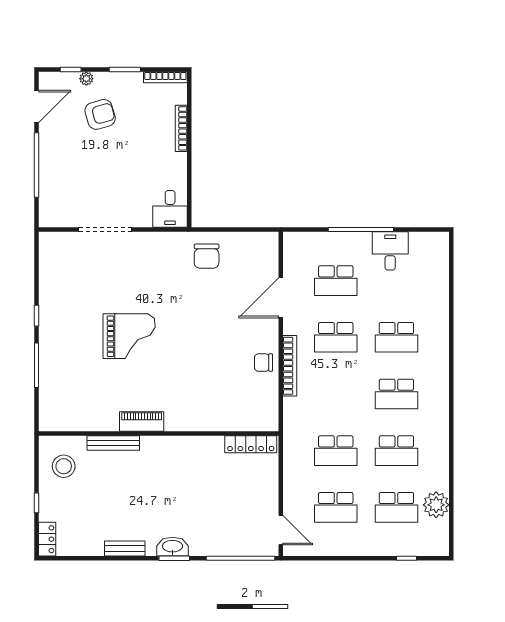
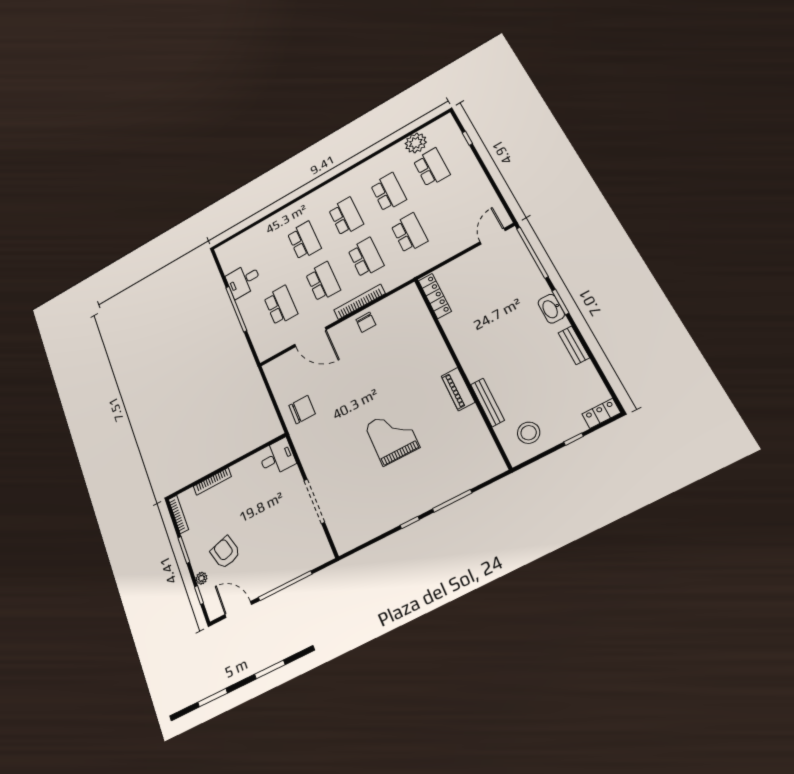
school desk: (336, 507) -> (366, 258), moved

